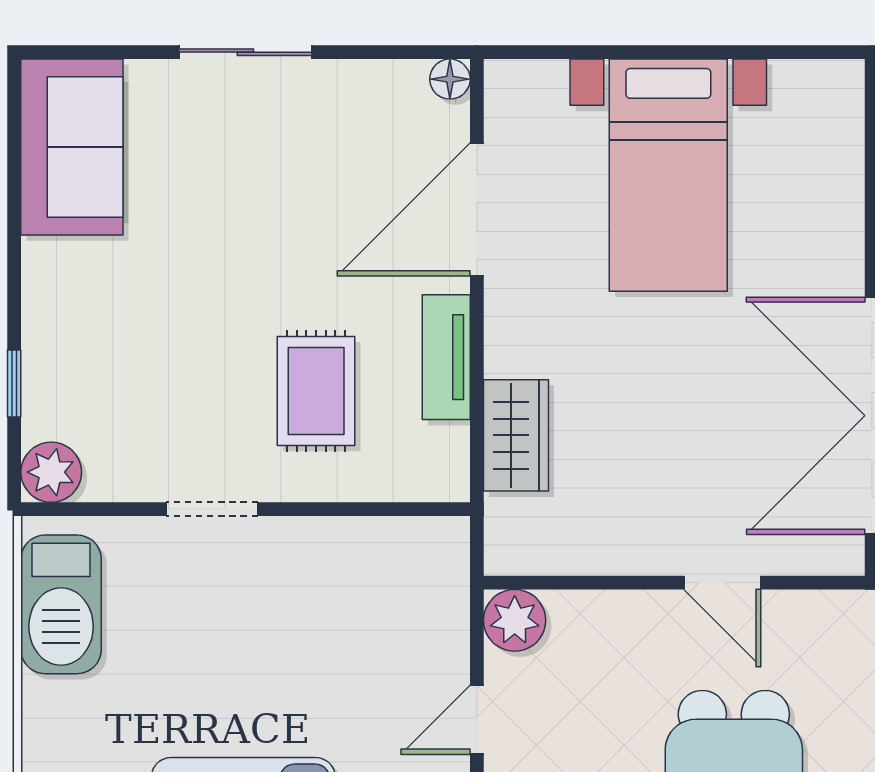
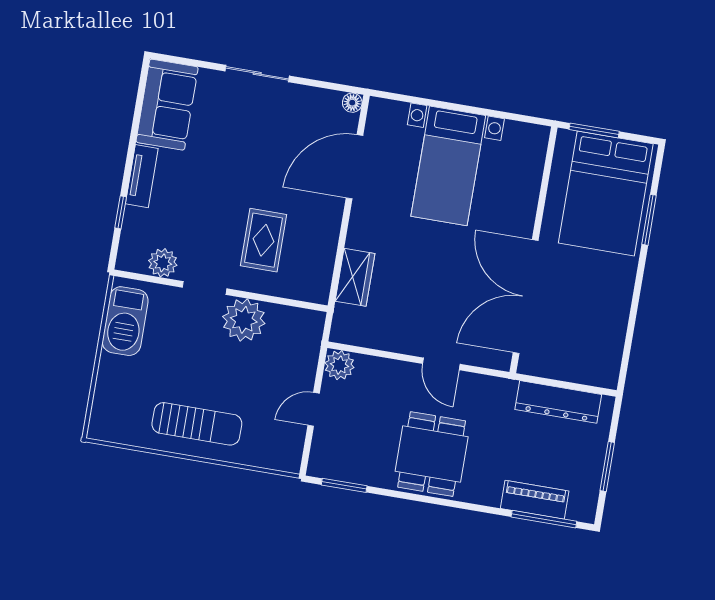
tv unit: (446, 357) -> (142, 176), moved, turned 180
plant: (51, 472) -> (163, 263), moved
plant: (303, 561) -> (244, 320), added

